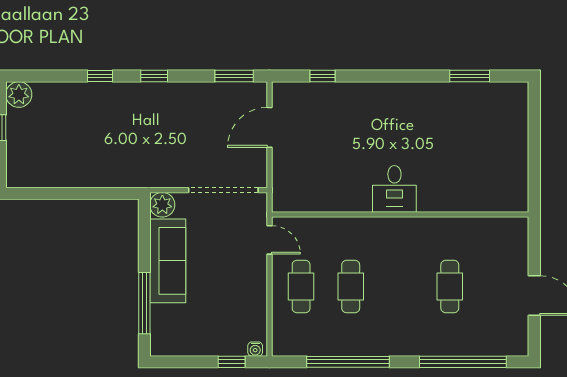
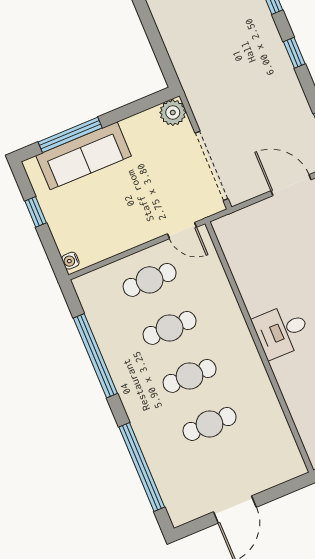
door: (269, 240) -> (182, 231), hinge flipped
sofa: (168, 261) -> (84, 156), moved
cafe table: (400, 286) -> (190, 376), added
window: (232, 362) -> (36, 212), moved

